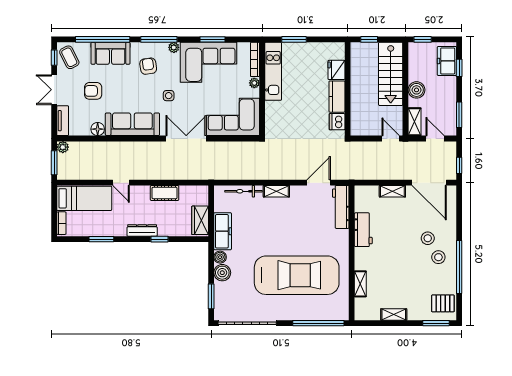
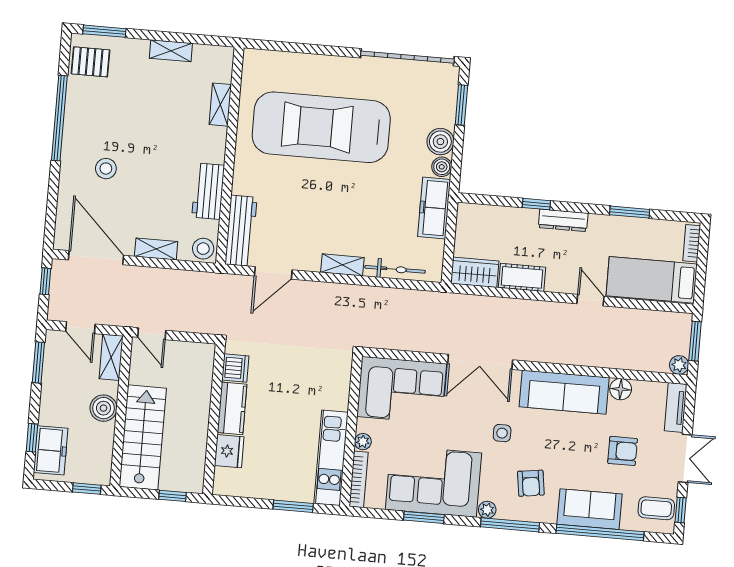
coffee table: (69, 57) -> (656, 508), turned -63
wardrobe: (200, 220) -> (475, 272), moved, turned -90
stool: (438, 257) -> (203, 249), moved
window: (318, 323) -> (293, 47), removed

